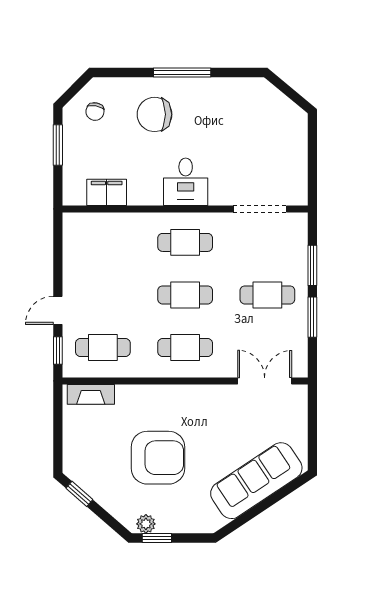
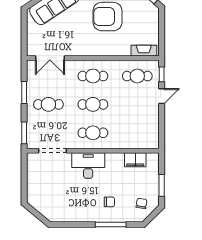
window: (182, 73) -> (111, 224), moved
chair: (154, 114) -> (109, 202), width x0.54, depth x0.54
desk: (186, 182) -> (88, 166), width x1.37
window: (312, 265) -> (24, 133), moved

